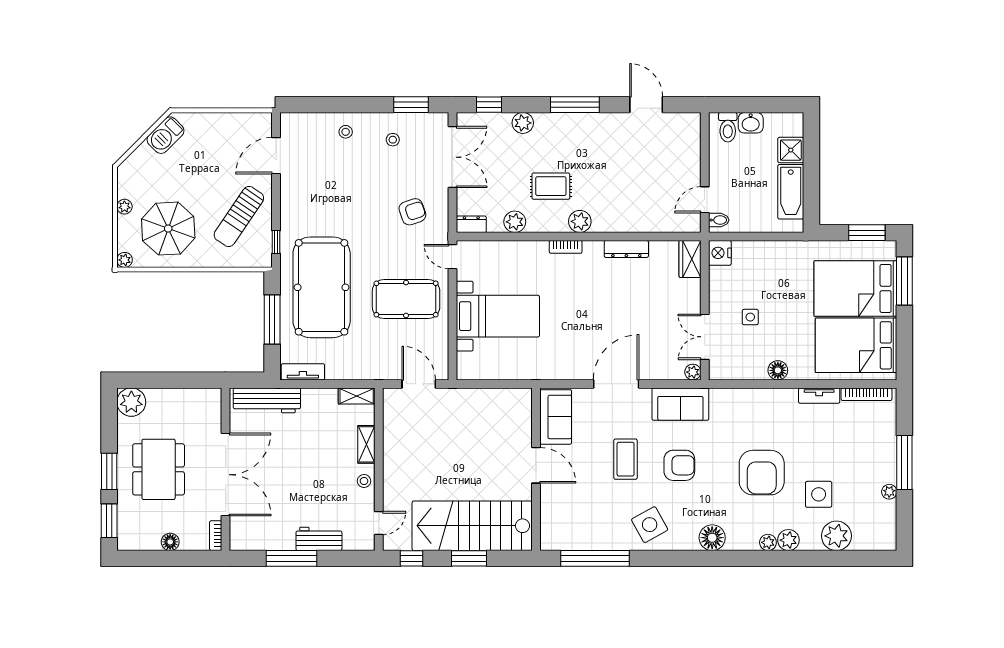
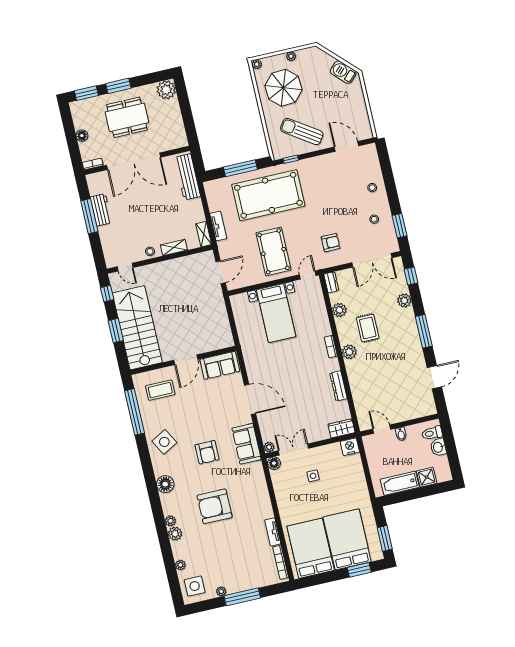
armchair: (412, 212) -> (331, 243), turned -71
bidet: (719, 220) -> (401, 434), moved
window: (904, 281) -> (359, 570), width x0.69
floor lamp: (778, 370) -> (274, 463), moved
tv unit: (303, 372) -> (218, 226), moved
coffee table: (626, 459) -> (160, 390), moved
side table: (819, 494) -> (195, 586), moved
plant: (836, 536) -> (180, 565), width x0.53, depth x0.53
workbench: (319, 539) -> (101, 210), moved

